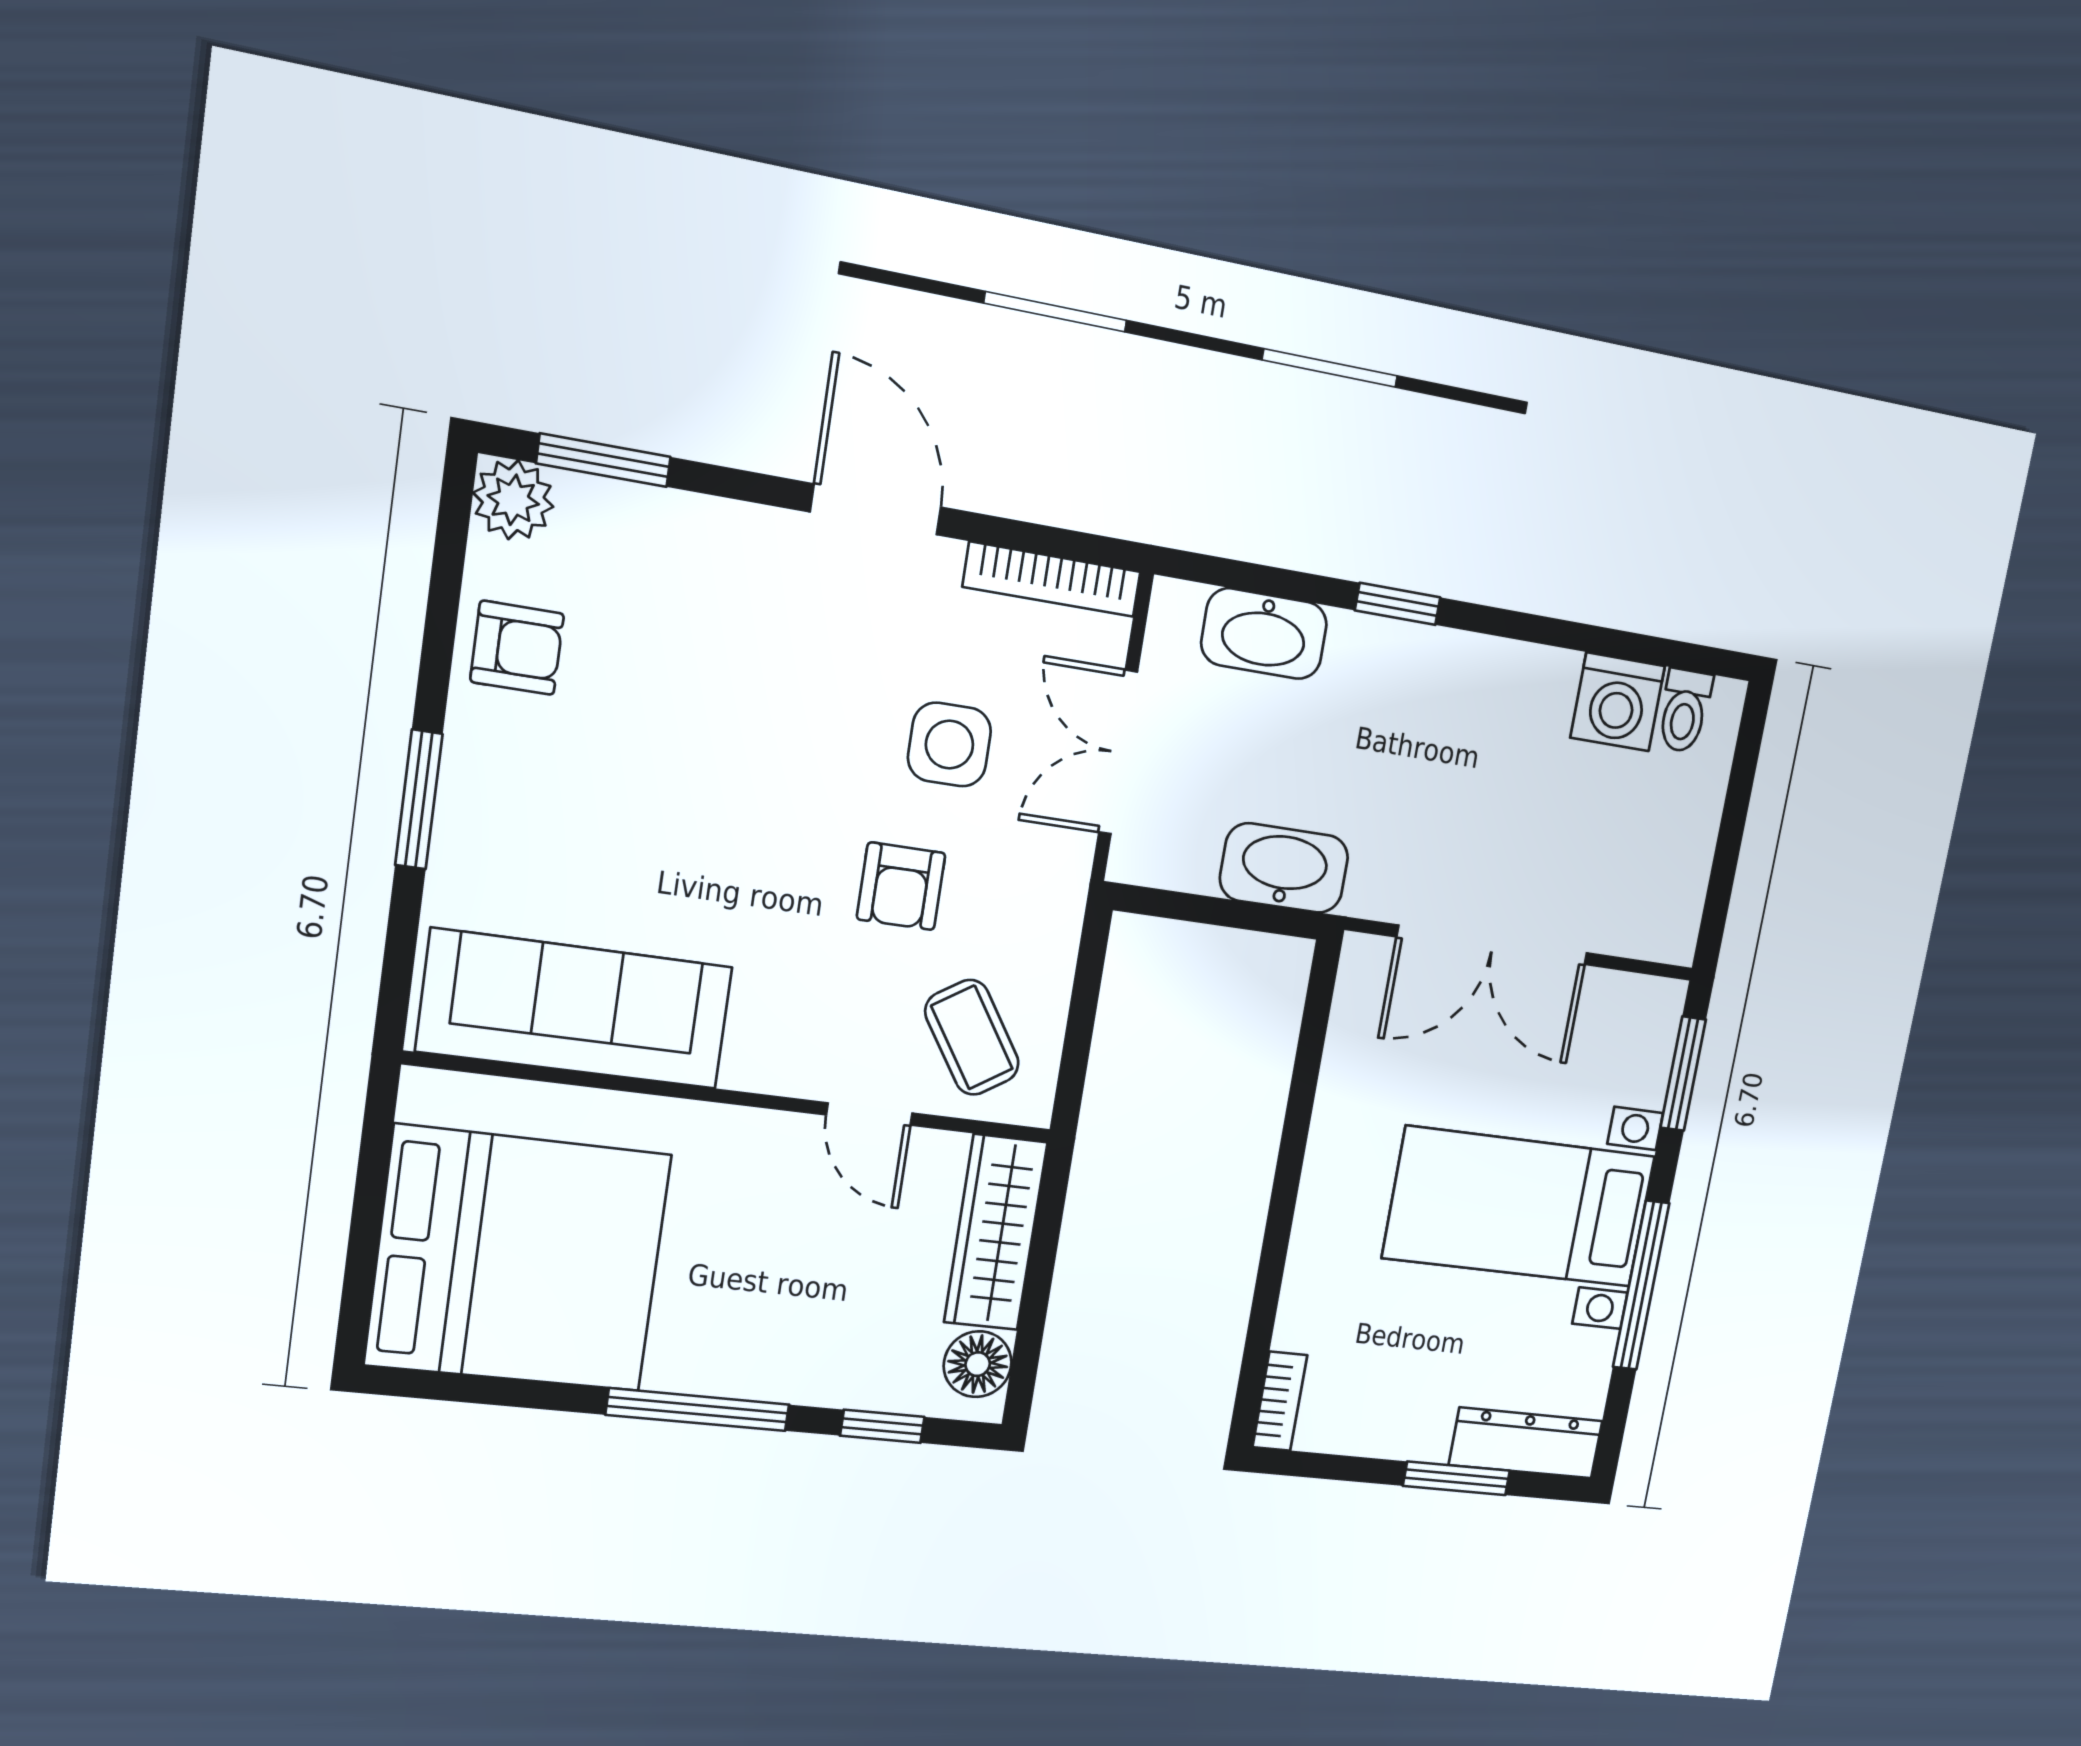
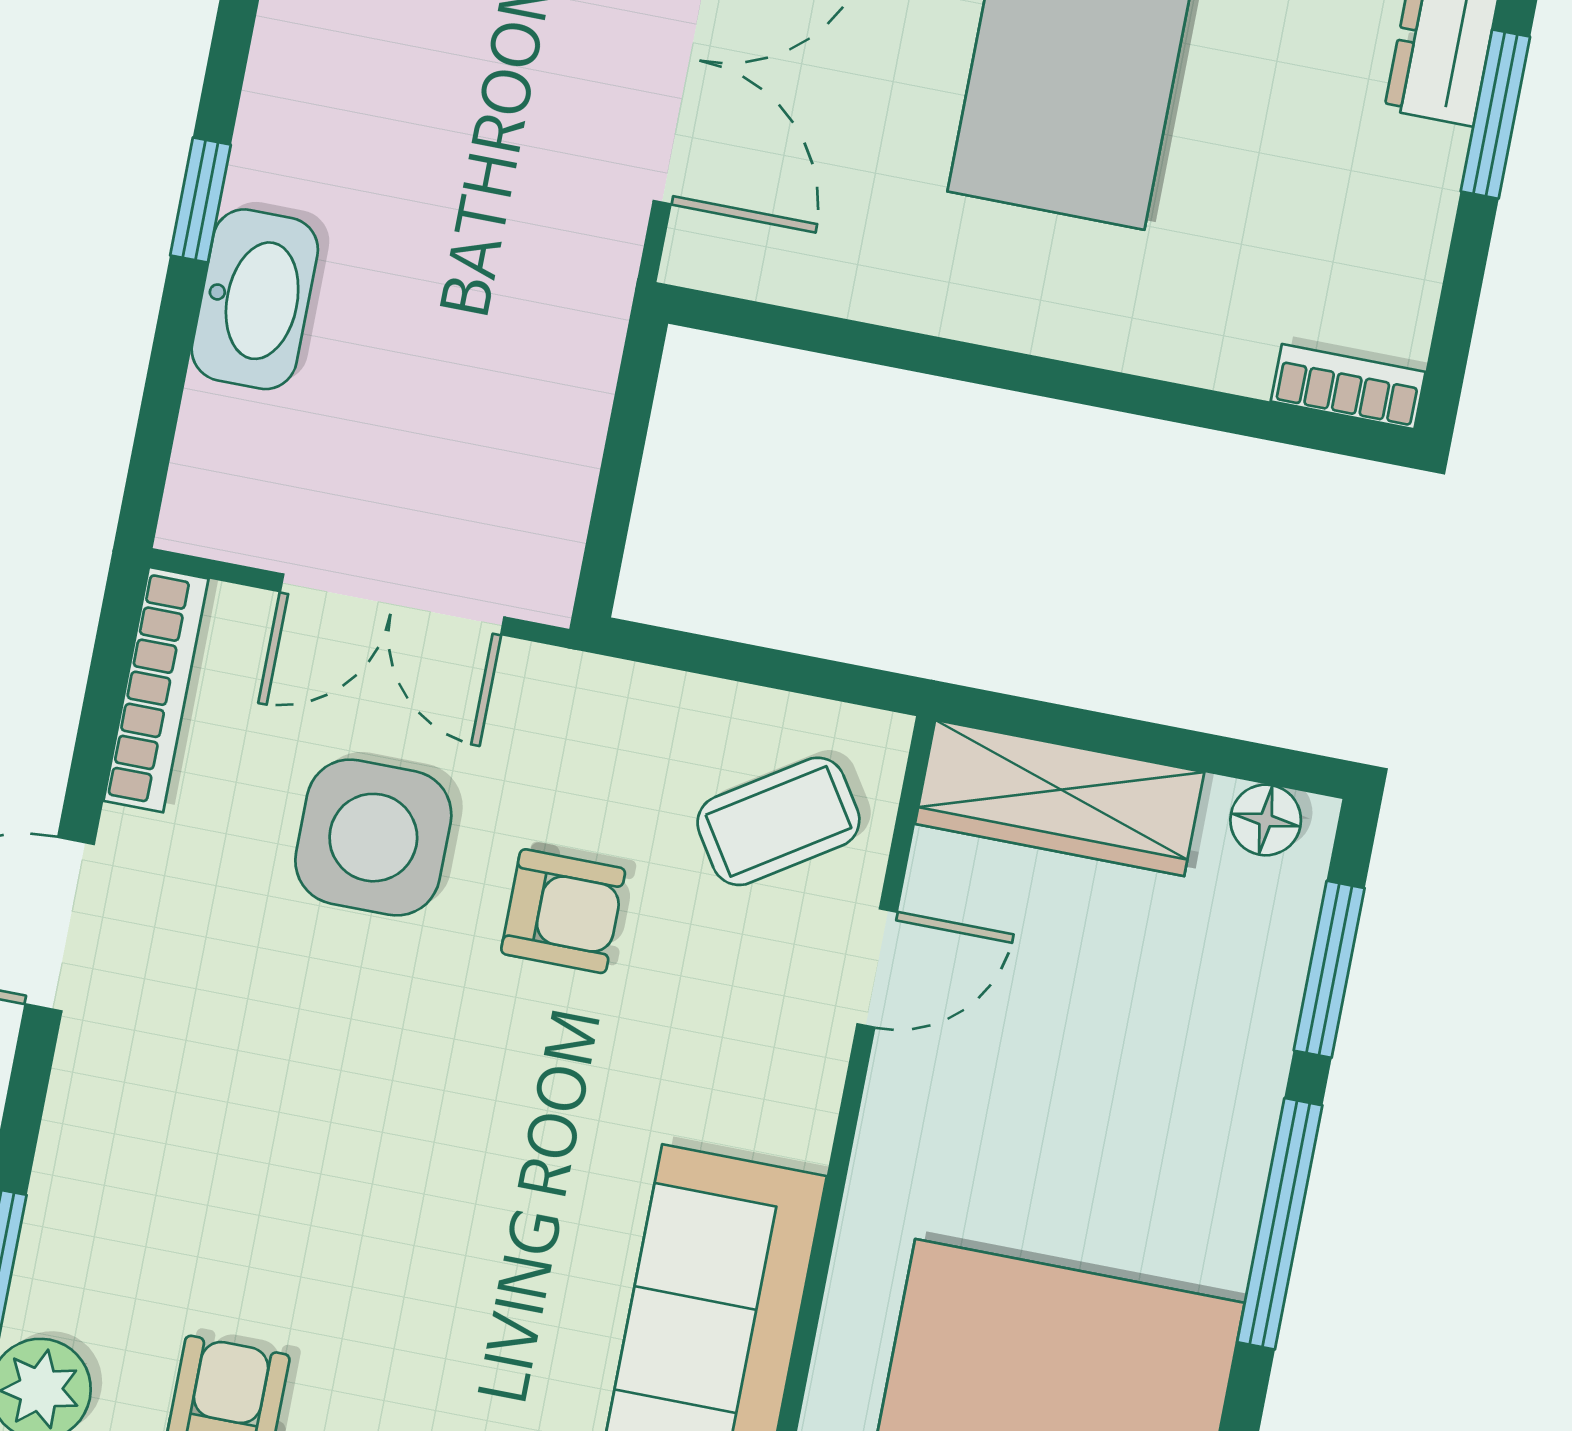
washbasin: (1264, 634) -> (255, 299), moved
side table: (949, 745) -> (373, 838), width x1.37, depth x1.37
washbasin: (1284, 868) -> (564, 370), removed
floor lamp: (978, 1364) -> (1266, 820), width x0.73, depth x0.73
window: (882, 1426) -> (1329, 969), width x1.50

